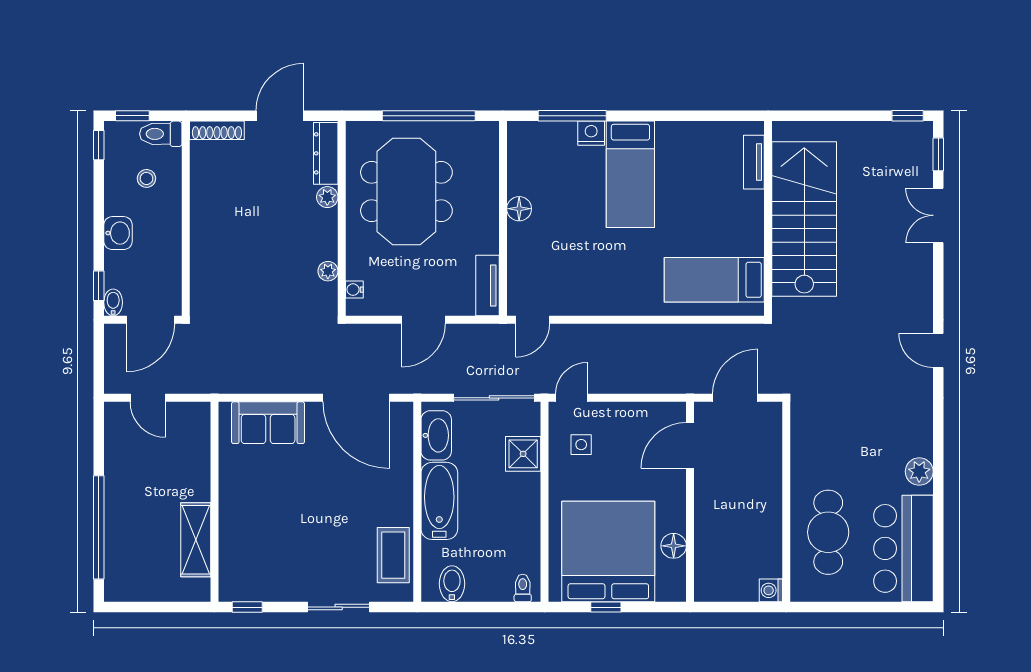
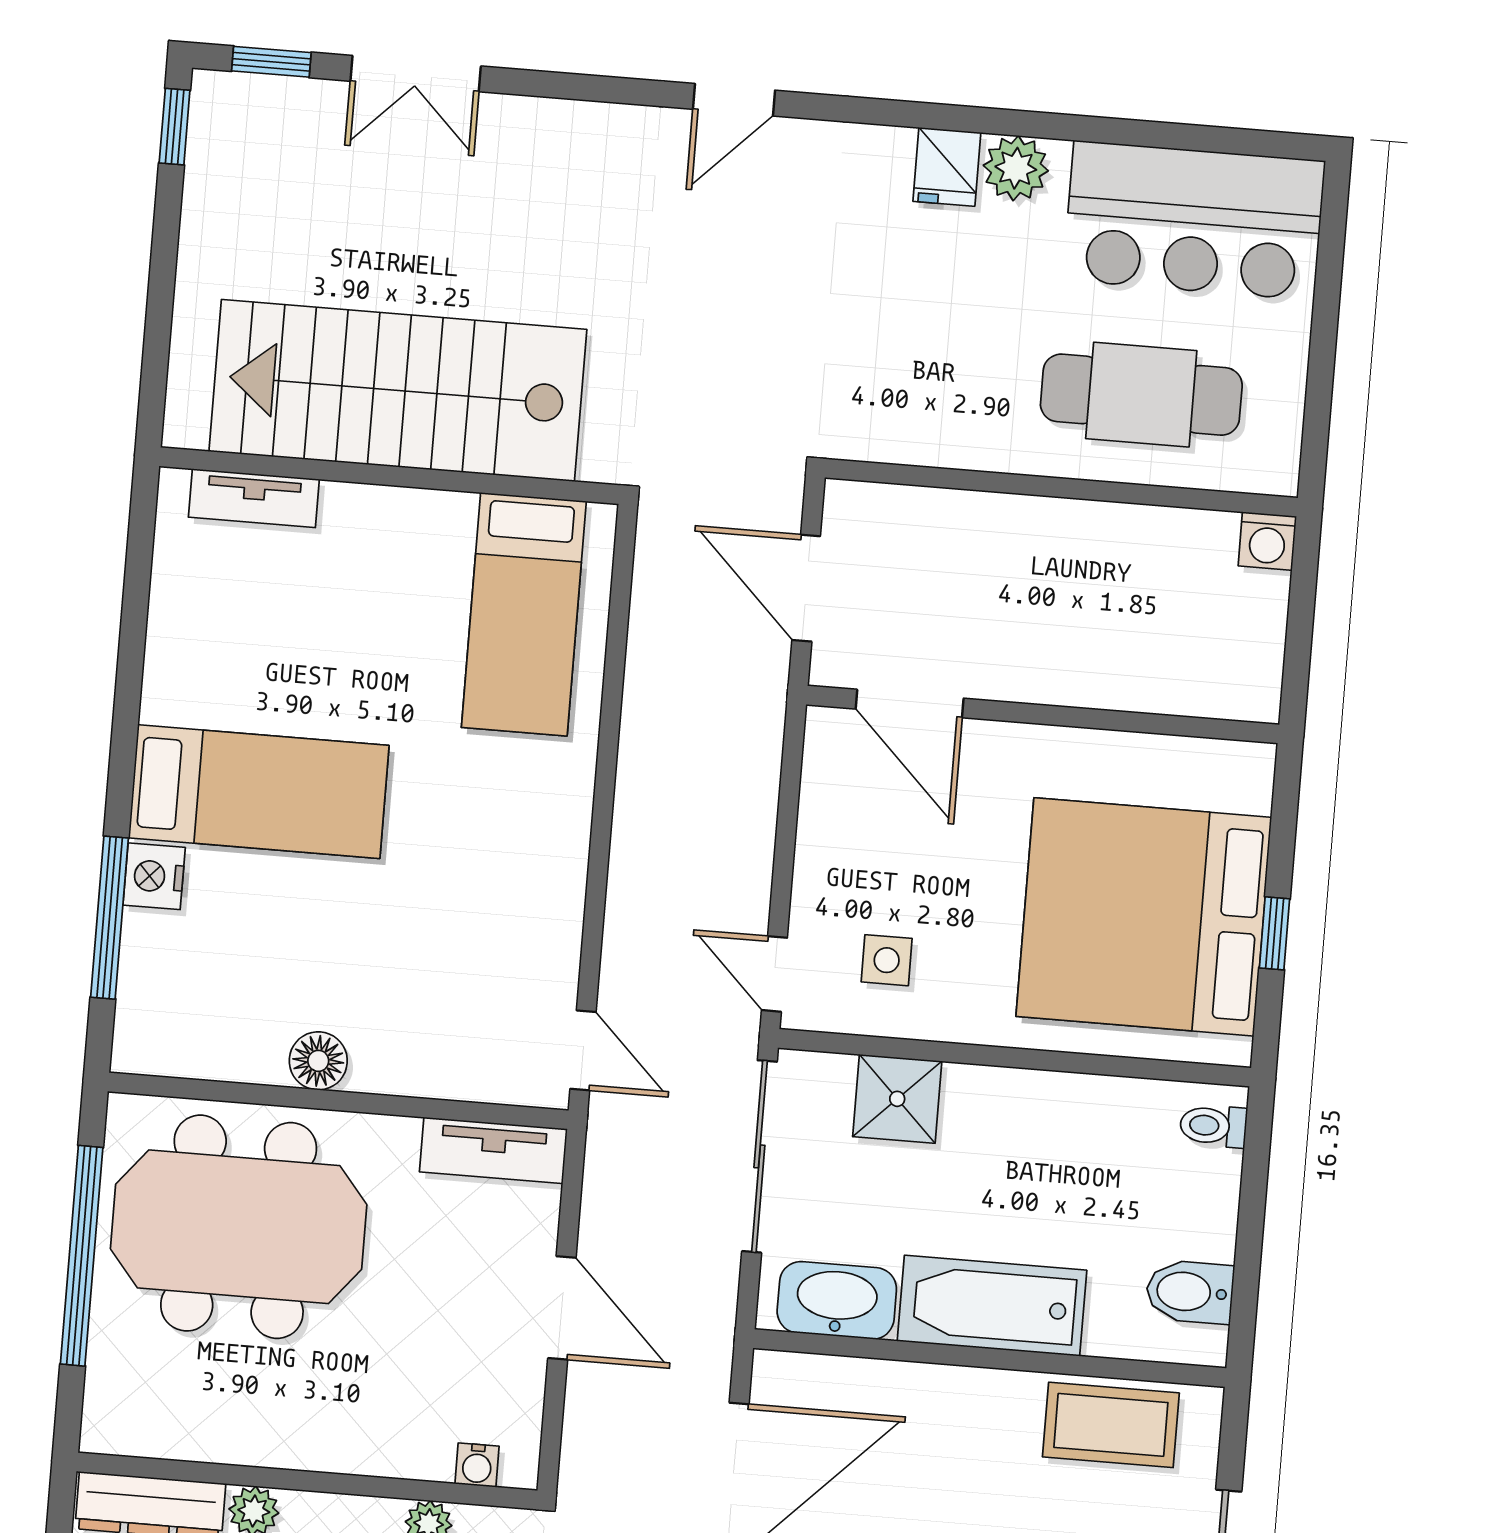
meeting table: (406, 191) -> (239, 1227), moved
fridge: (917, 442) -> (947, 167), added
floor lamp: (674, 546) -> (1143, 762), removed

